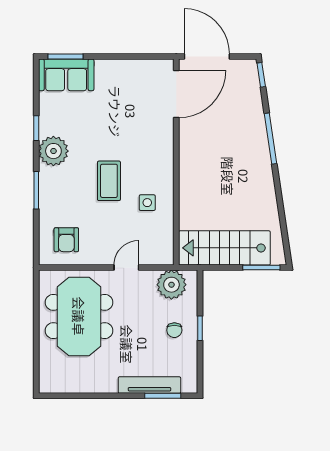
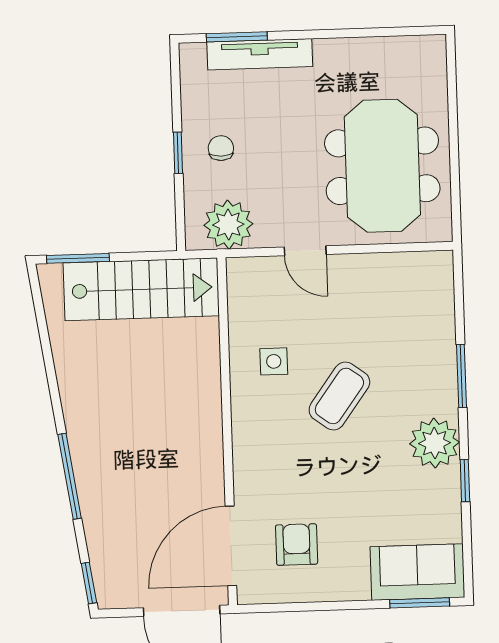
coffee table: (109, 181) -> (339, 396), turned 36
armchair: (66, 240) -> (297, 545), moved
door: (126, 268) -> (305, 251), hinge flipped

